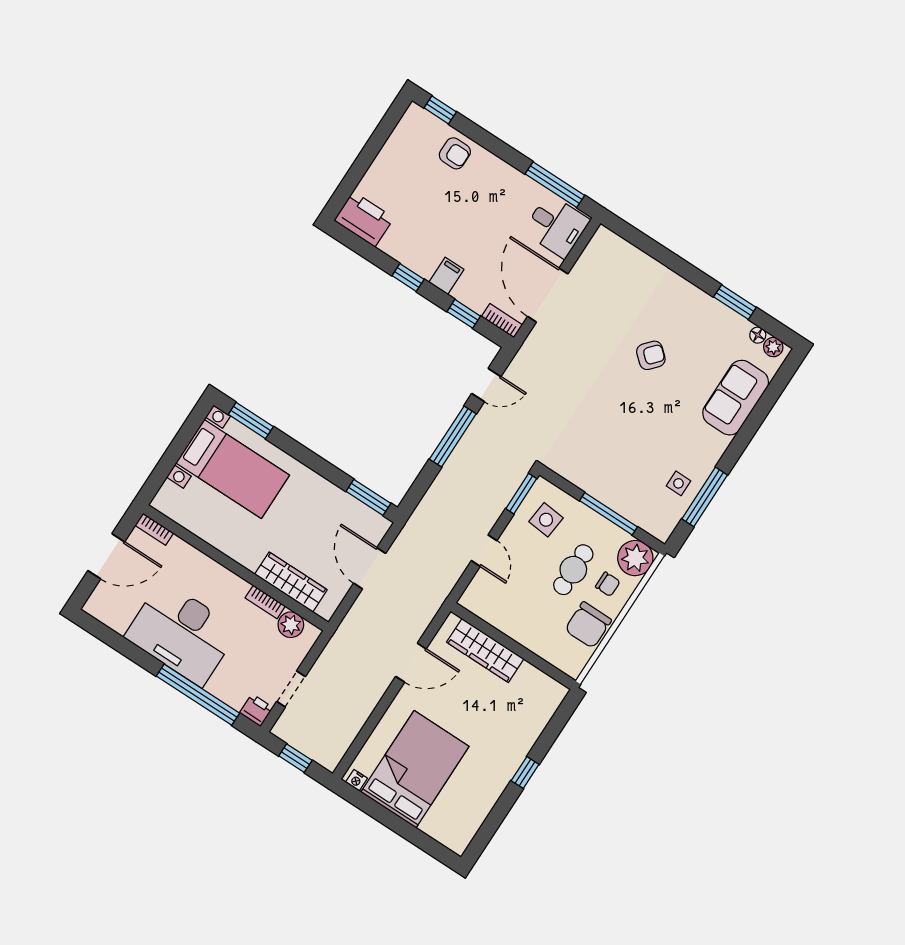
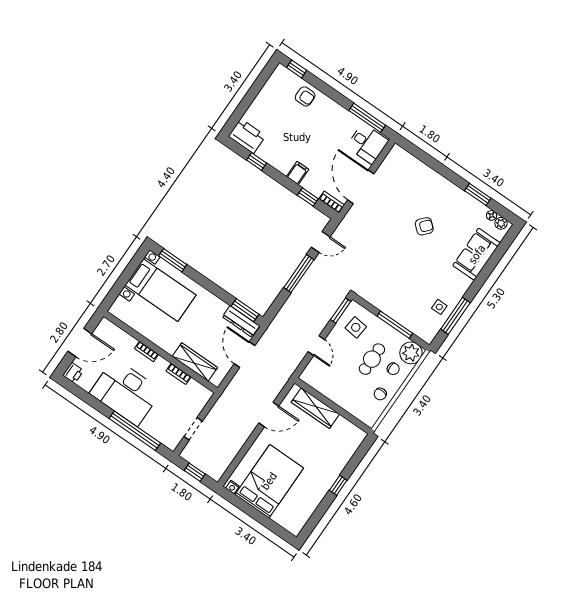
window: (408, 277) -> (256, 161), moved
dresser: (362, 515) -> (241, 321), added
bookcase: (154, 529) -> (146, 351), moved
plant: (291, 625) -> (194, 389), removed
chair: (588, 625) -> (380, 394), width x0.54, depth x0.54
printer: (256, 710) -> (73, 373), moved, turned 90

